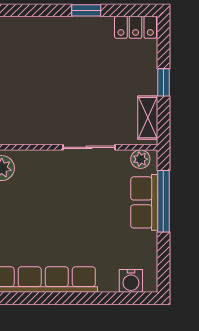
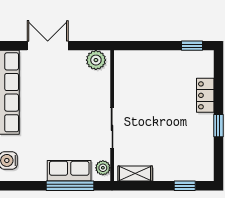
locker: (136, 27) -> (205, 95), moved
window: (163, 82) -> (185, 186), moved

